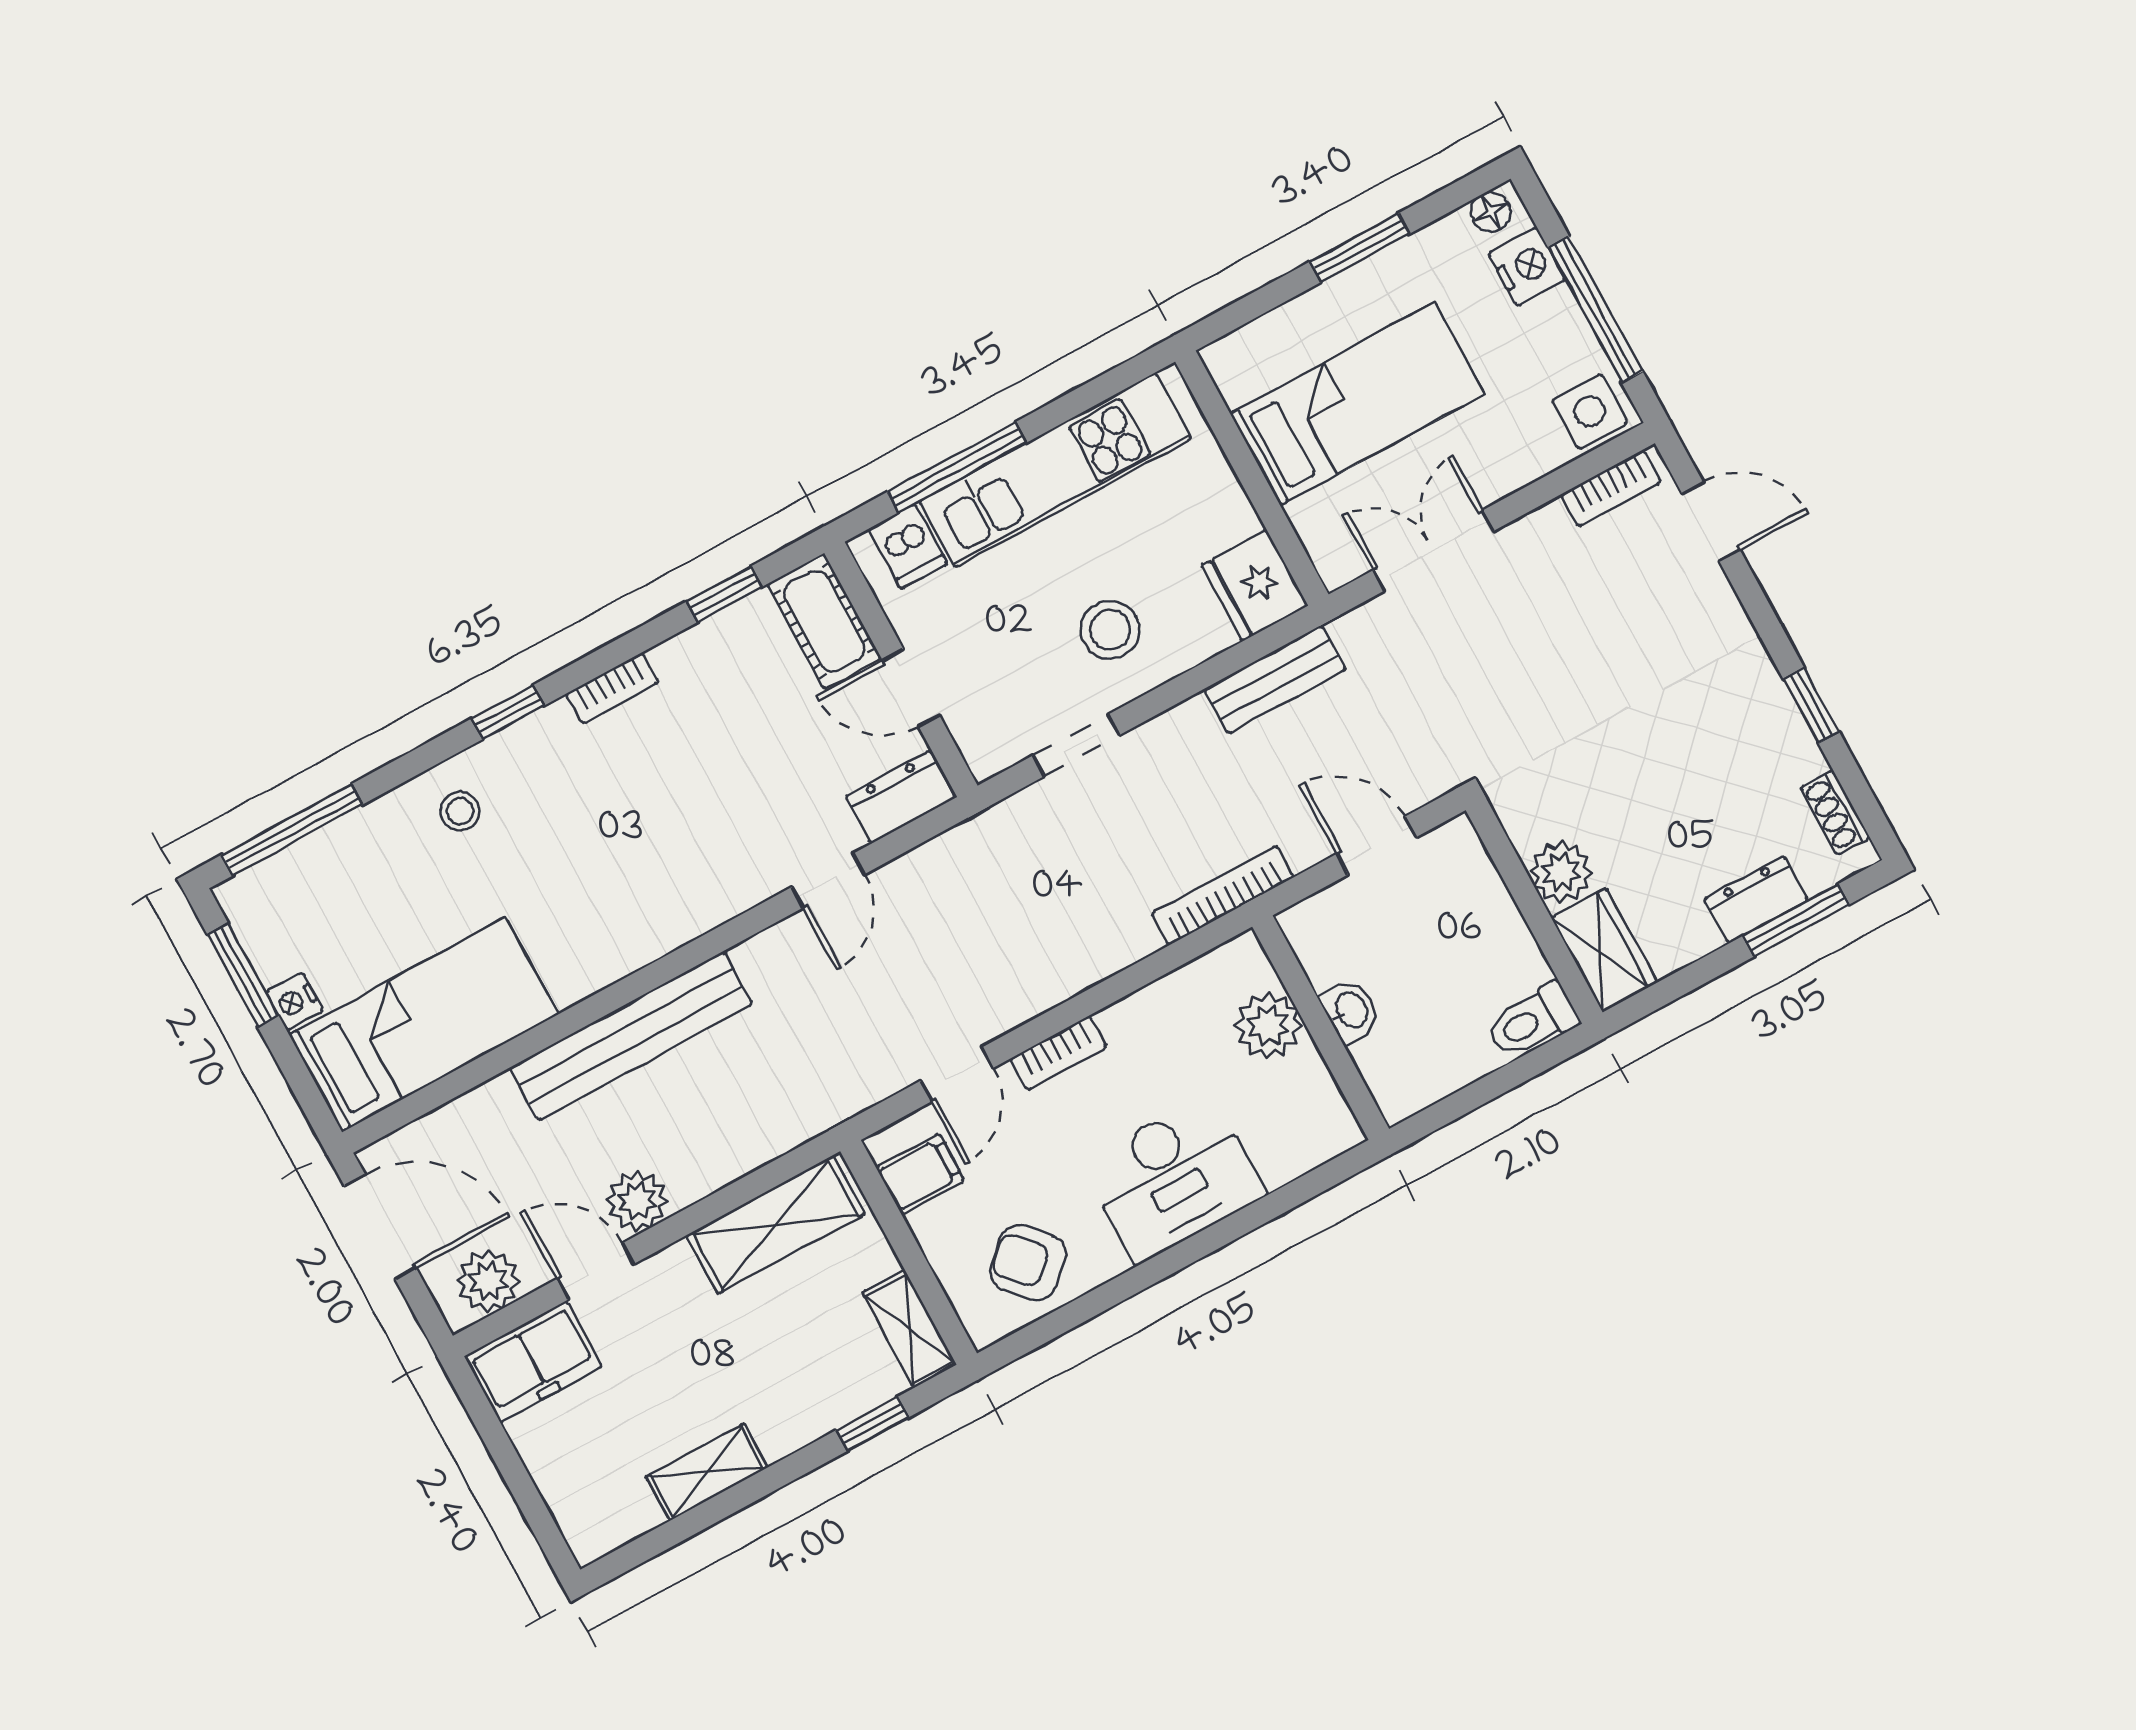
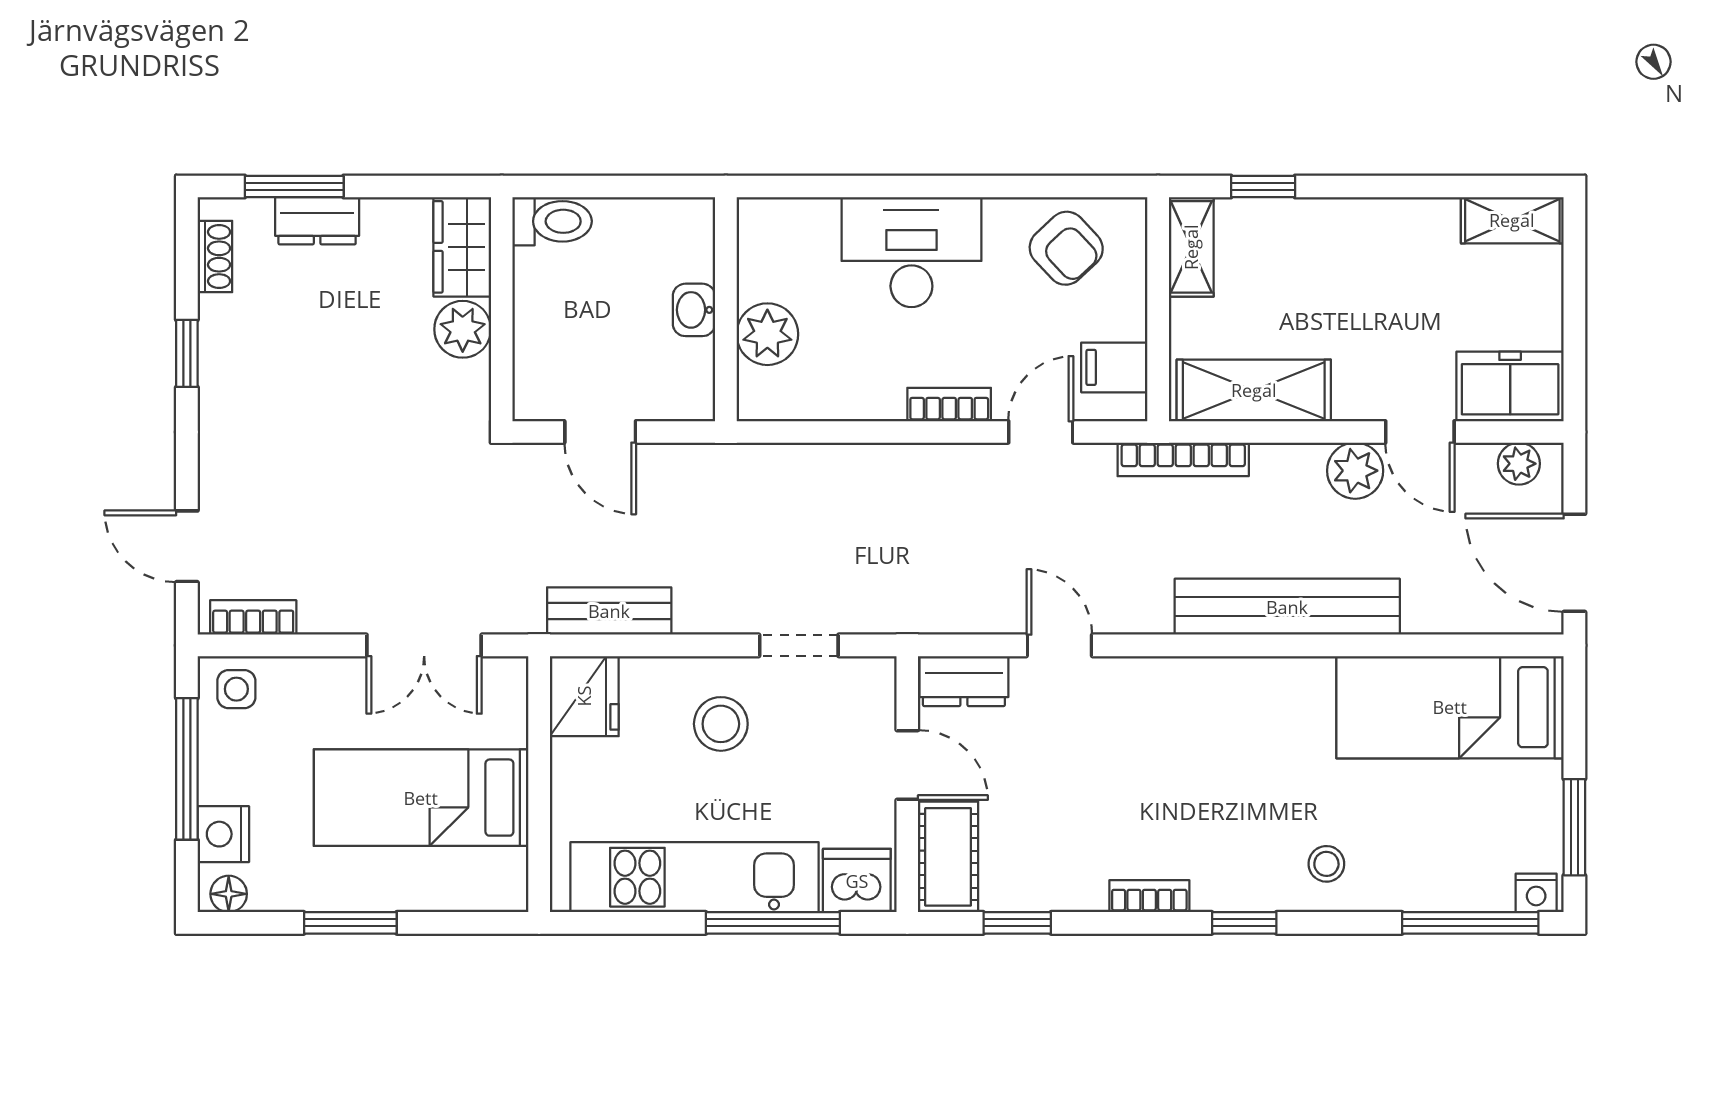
side table: (1590, 411) -> (236, 689), width x0.73, depth x0.73
dishwasher: (908, 546) -> (857, 881), width x1.38
door: (828, 881) -> (1059, 645), hinge flipped
bookcase: (1223, 895) -> (1183, 459), moved
nightstand: (294, 1001) -> (1536, 893), moved, turned 90
plant: (488, 1281) -> (1519, 464), width x0.73, depth x0.73
shelving: (707, 1472) -> (1512, 220), moved

